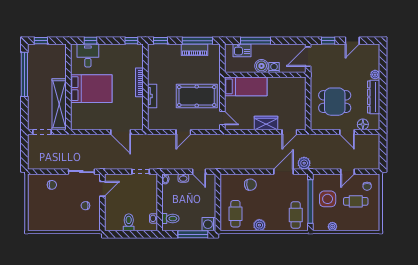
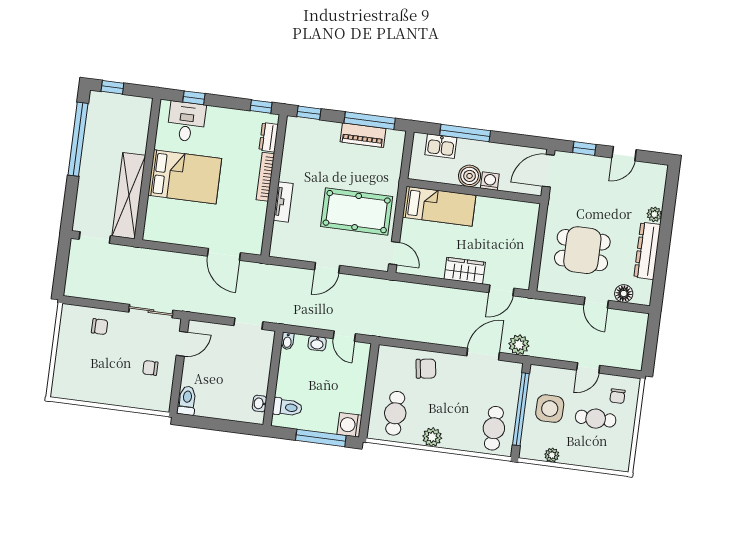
dresser: (138, 58) -> (269, 137), added
toilet: (129, 222) -> (187, 401), moved

